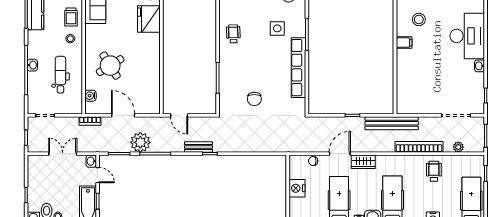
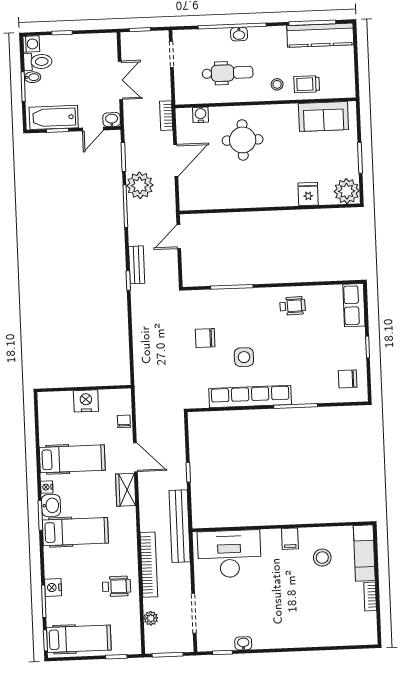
fridge: (149, 19) -> (308, 194), width x0.53, depth x0.75
side table: (277, 28) -> (244, 357), moved
desk: (467, 36) -> (229, 554), moved, turned 180
round table: (110, 66) -> (243, 140), turned 32
washbasin: (479, 66) -> (243, 643), moved

